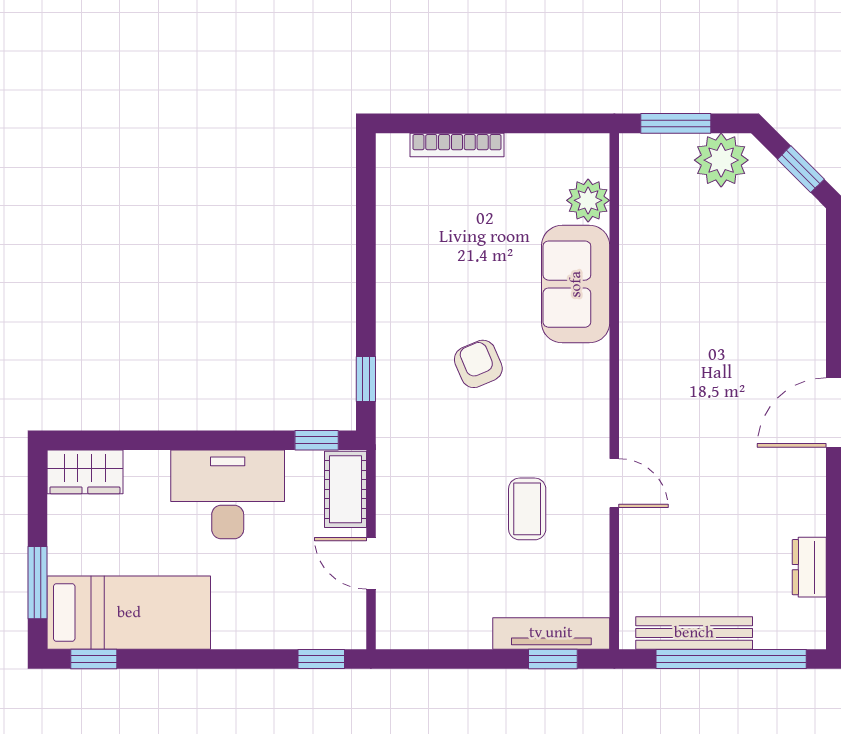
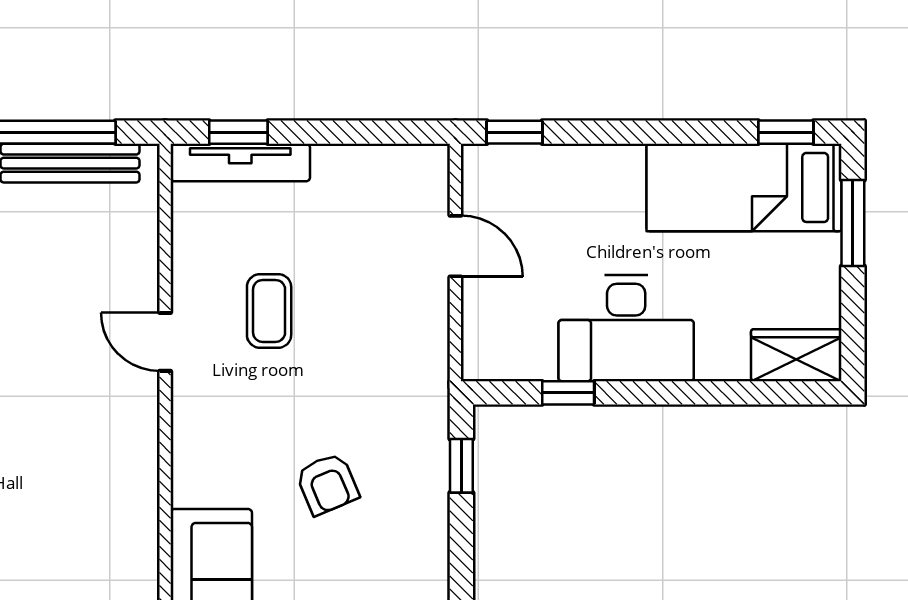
window: (317, 440) -> (568, 393), moved
cot: (345, 489) -> (486, 334), removed

